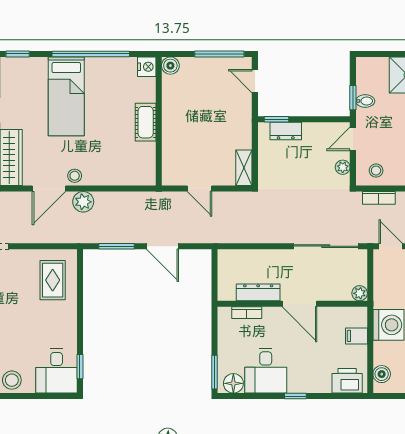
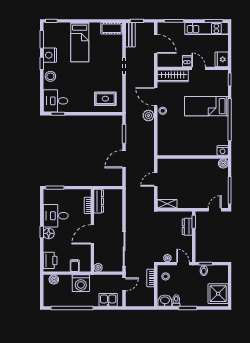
cot: (146, 122) -> (192, 150), removed
dresser: (258, 292) -> (99, 201), moved
floor lamp: (233, 383) -> (49, 233), moved

